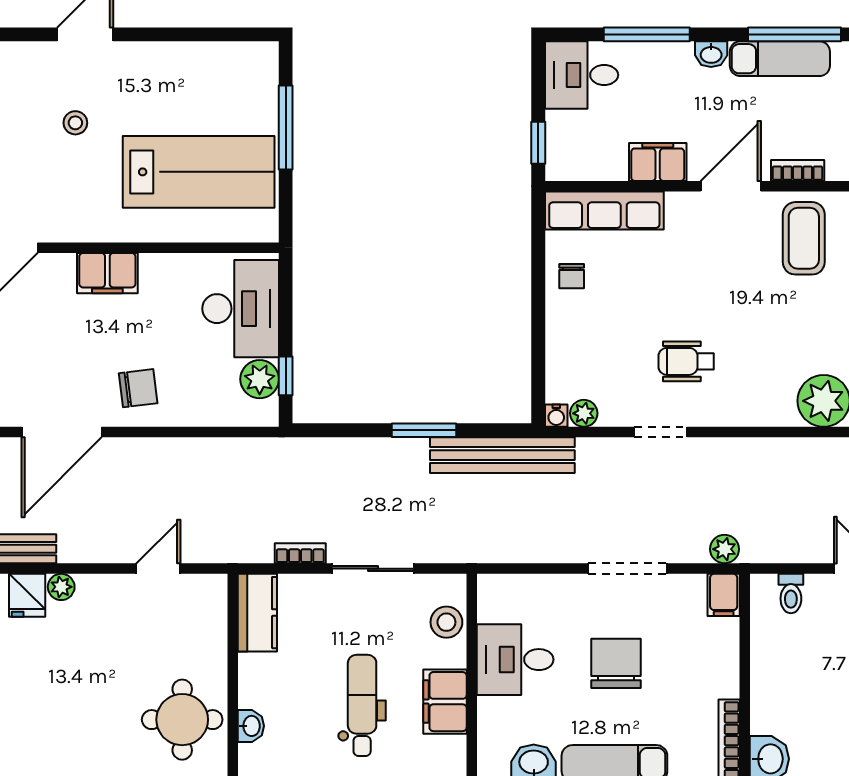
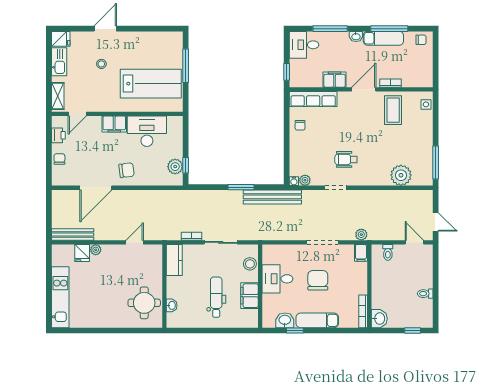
desk: (241, 309) -> (147, 131), moved, turned -90

